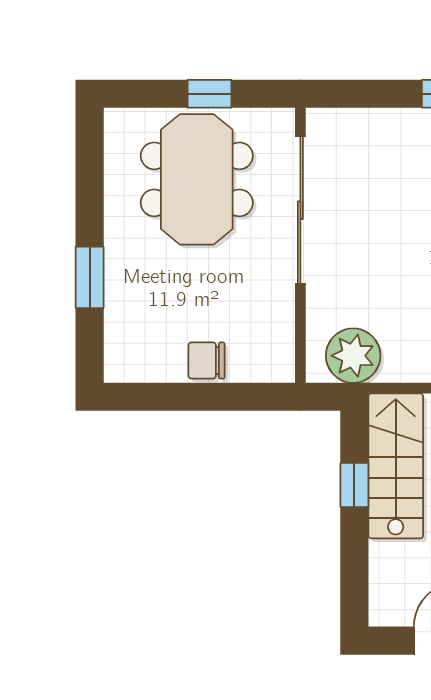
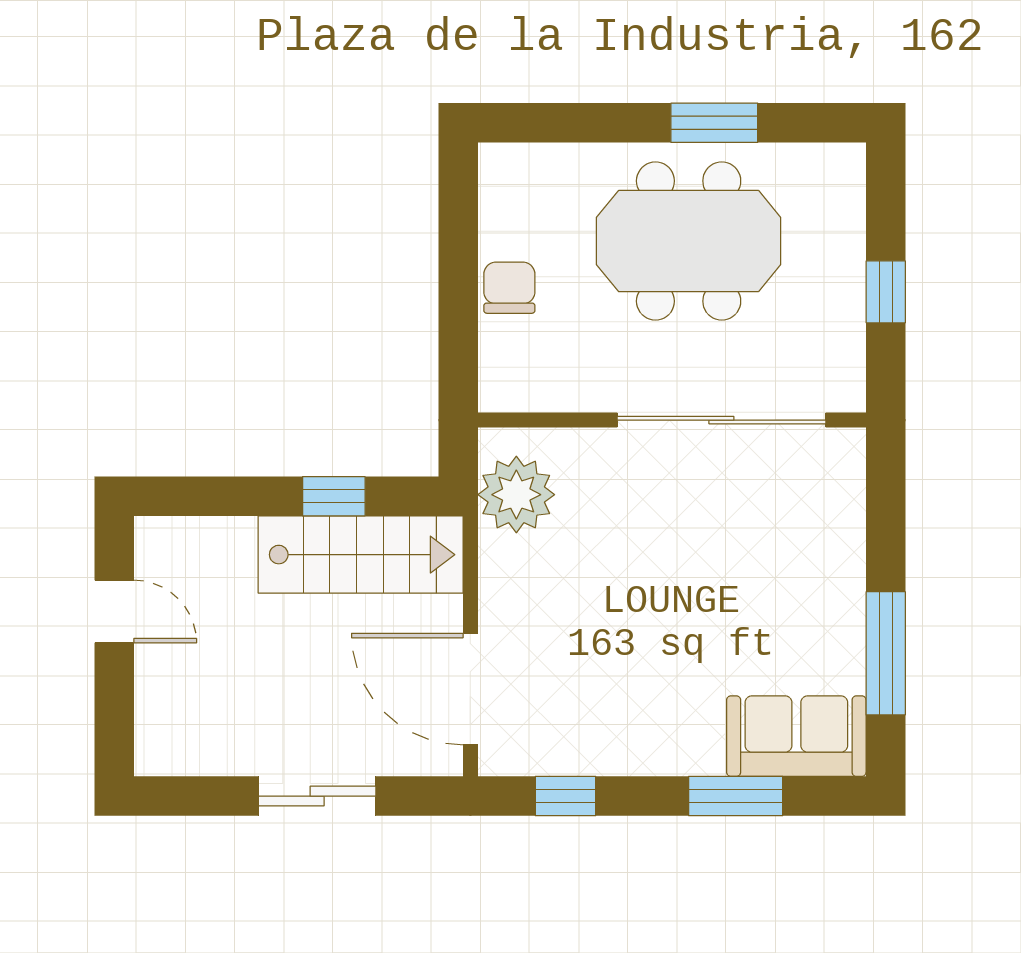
meeting table: (197, 179) -> (689, 241), moved
window: (90, 277) -> (714, 123), moved

